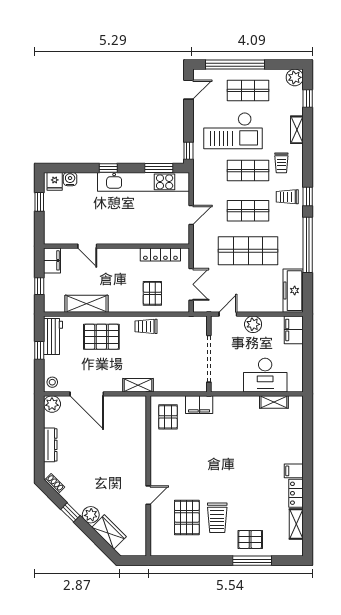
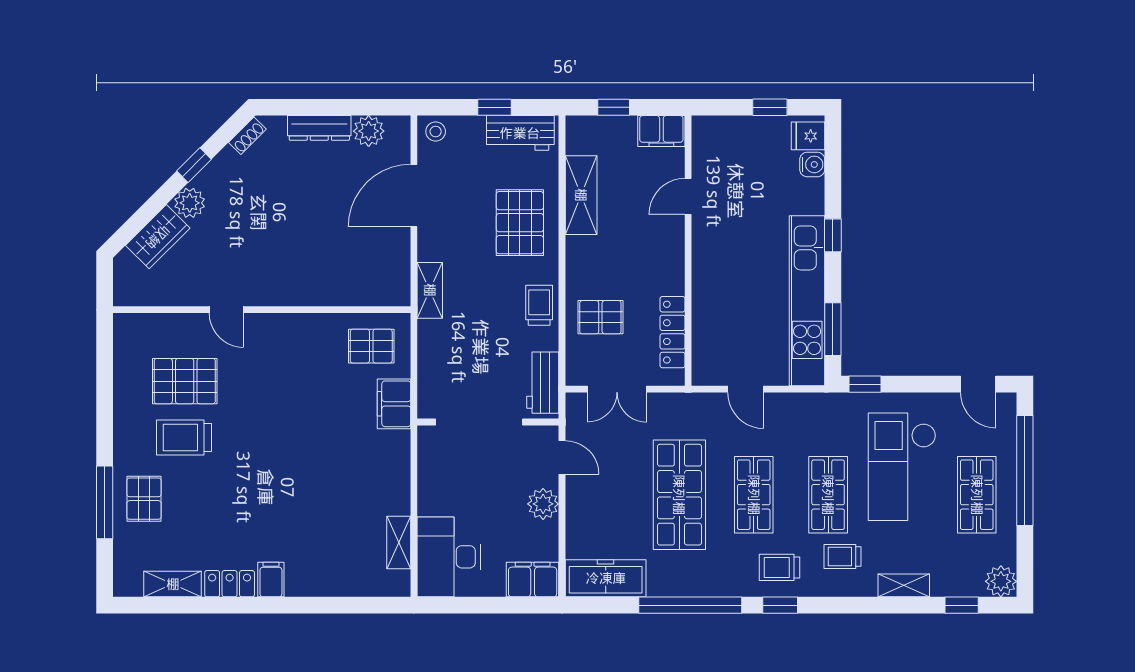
trolley: (287, 197) -> (780, 567), turned -90
workbench: (188, 324) -> (543, 383), added
desk: (265, 375) -> (449, 557), moved
plant: (52, 404) -> (369, 131), moved

